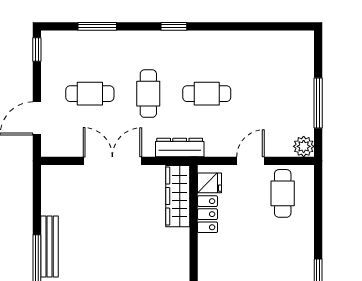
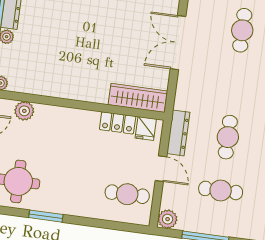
cafe table: (148, 94) -> (221, 190), moved
dresser: (180, 147) -> (178, 133), moved
double door: (112, 161) -> (178, 43), swing flipped

